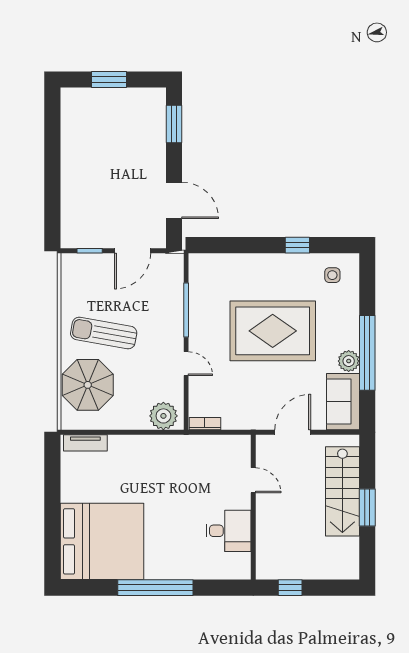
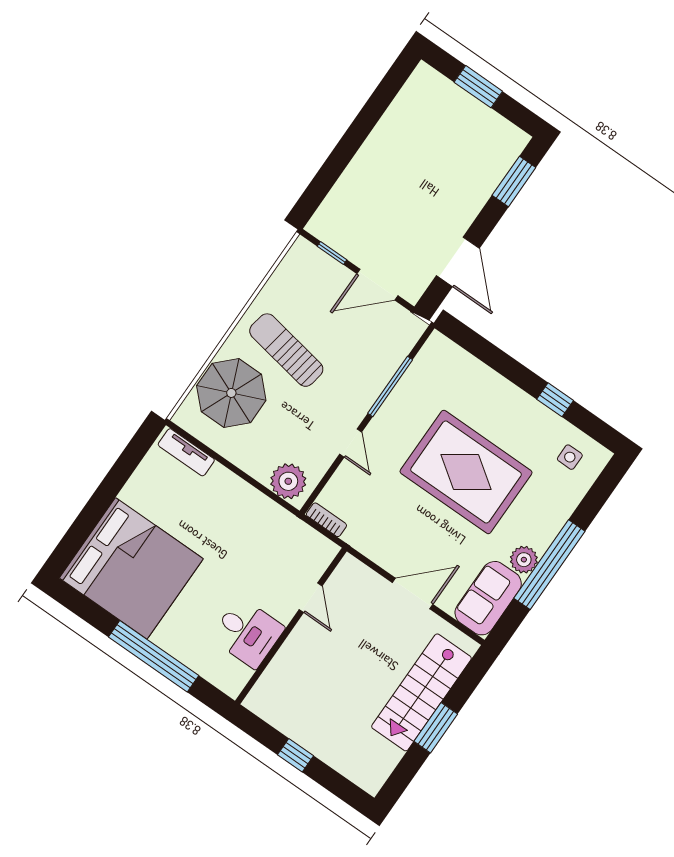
door: (253, 480) -> (311, 598), moved
wall: (253, 507) -> (291, 626), moved
desk: (228, 531) -> (247, 633), moved

